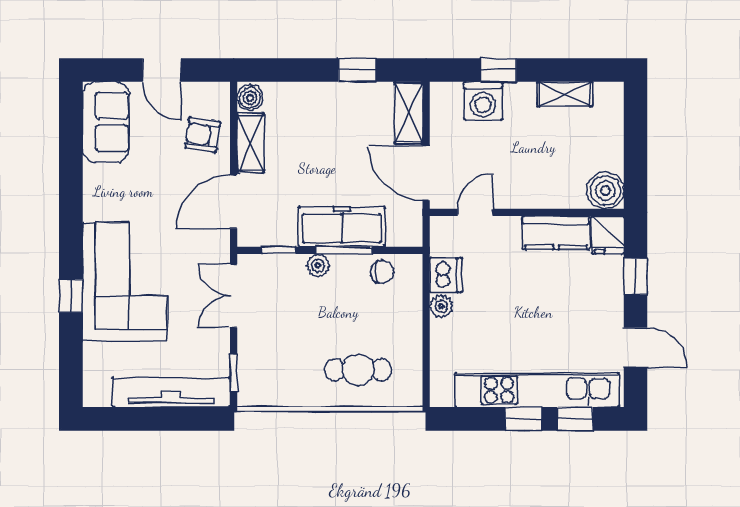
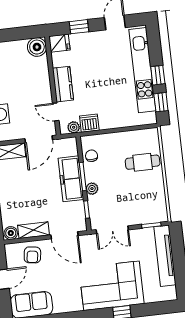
kitchen counter: (556, 233) -> (63, 84), moved
plant: (441, 306) -> (74, 127), moved
cafe table: (358, 370) -> (143, 162), turned 90
window: (575, 419) -> (161, 102), moved

